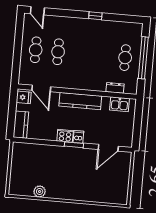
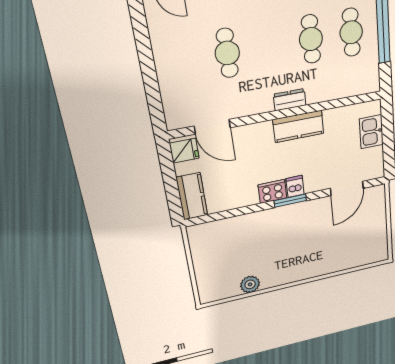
cafe table: (36, 50) -> (311, 39), moved
dresser: (115, 88) -> (290, 100), moved
kitchen counter: (80, 101) -> (298, 126), width x0.67
kitchen sink: (119, 104) -> (371, 132), moved, turned 90

